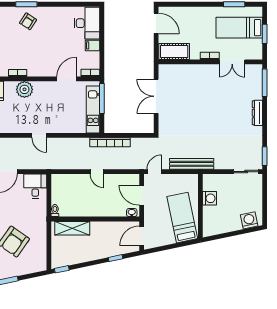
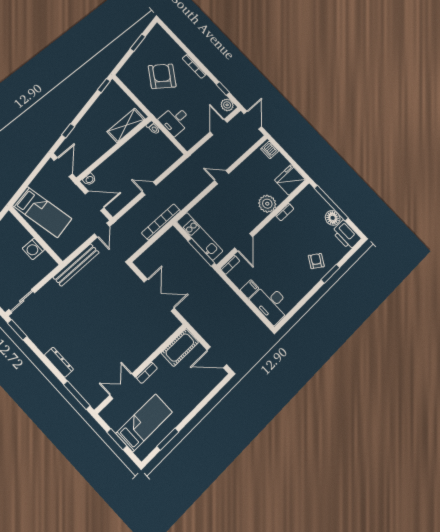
desk: (35, 186) -> (175, 120), moved, turned 90

